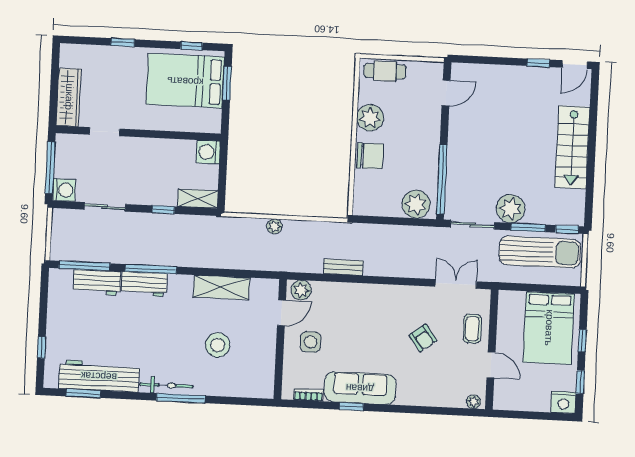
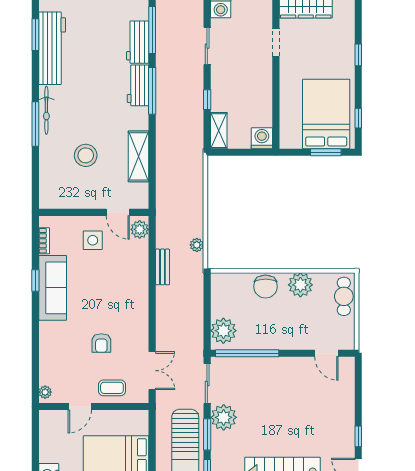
plant: (274, 226) -> (197, 245), moved
armchair: (423, 338) -> (101, 343), turned -53

